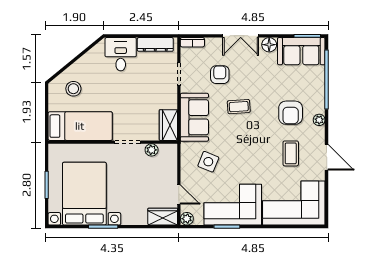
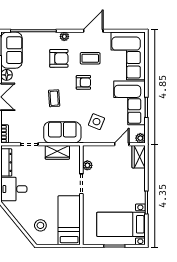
armchair: (220, 75) -> (83, 82), moved, turned 180
wardrobe: (168, 125) -> (57, 152), moved
bed with nightstands: (84, 194) -> (121, 224), width x0.73

